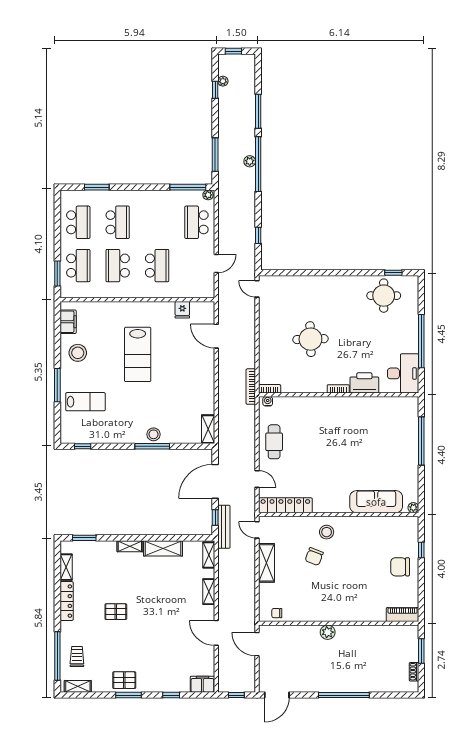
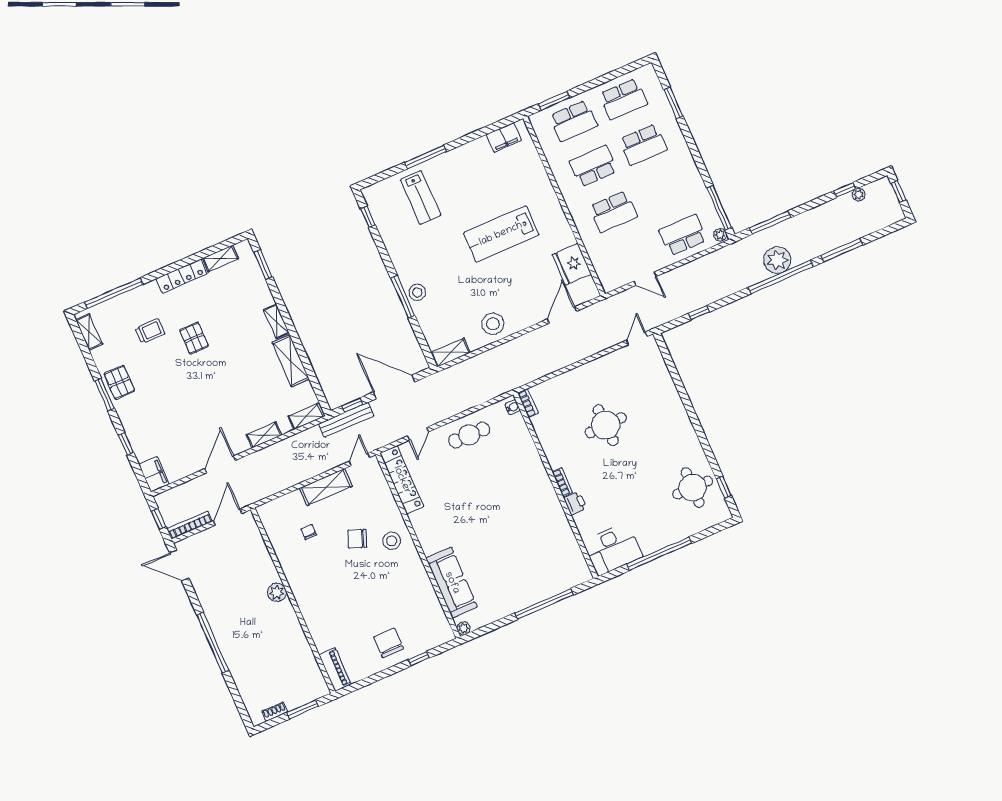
plant: (250, 161) -> (777, 260), width x1.88, depth x1.88
fridge: (182, 310) -> (572, 264), width x1.88, depth x1.34
stool: (78, 353) -> (493, 324), moved
printer: (364, 383) -> (575, 503), width x0.53, depth x0.68
bookcase: (251, 387) -> (190, 525), moved
chair: (277, 613) -> (309, 532), moved
trolley: (77, 656) -> (150, 331), moved

